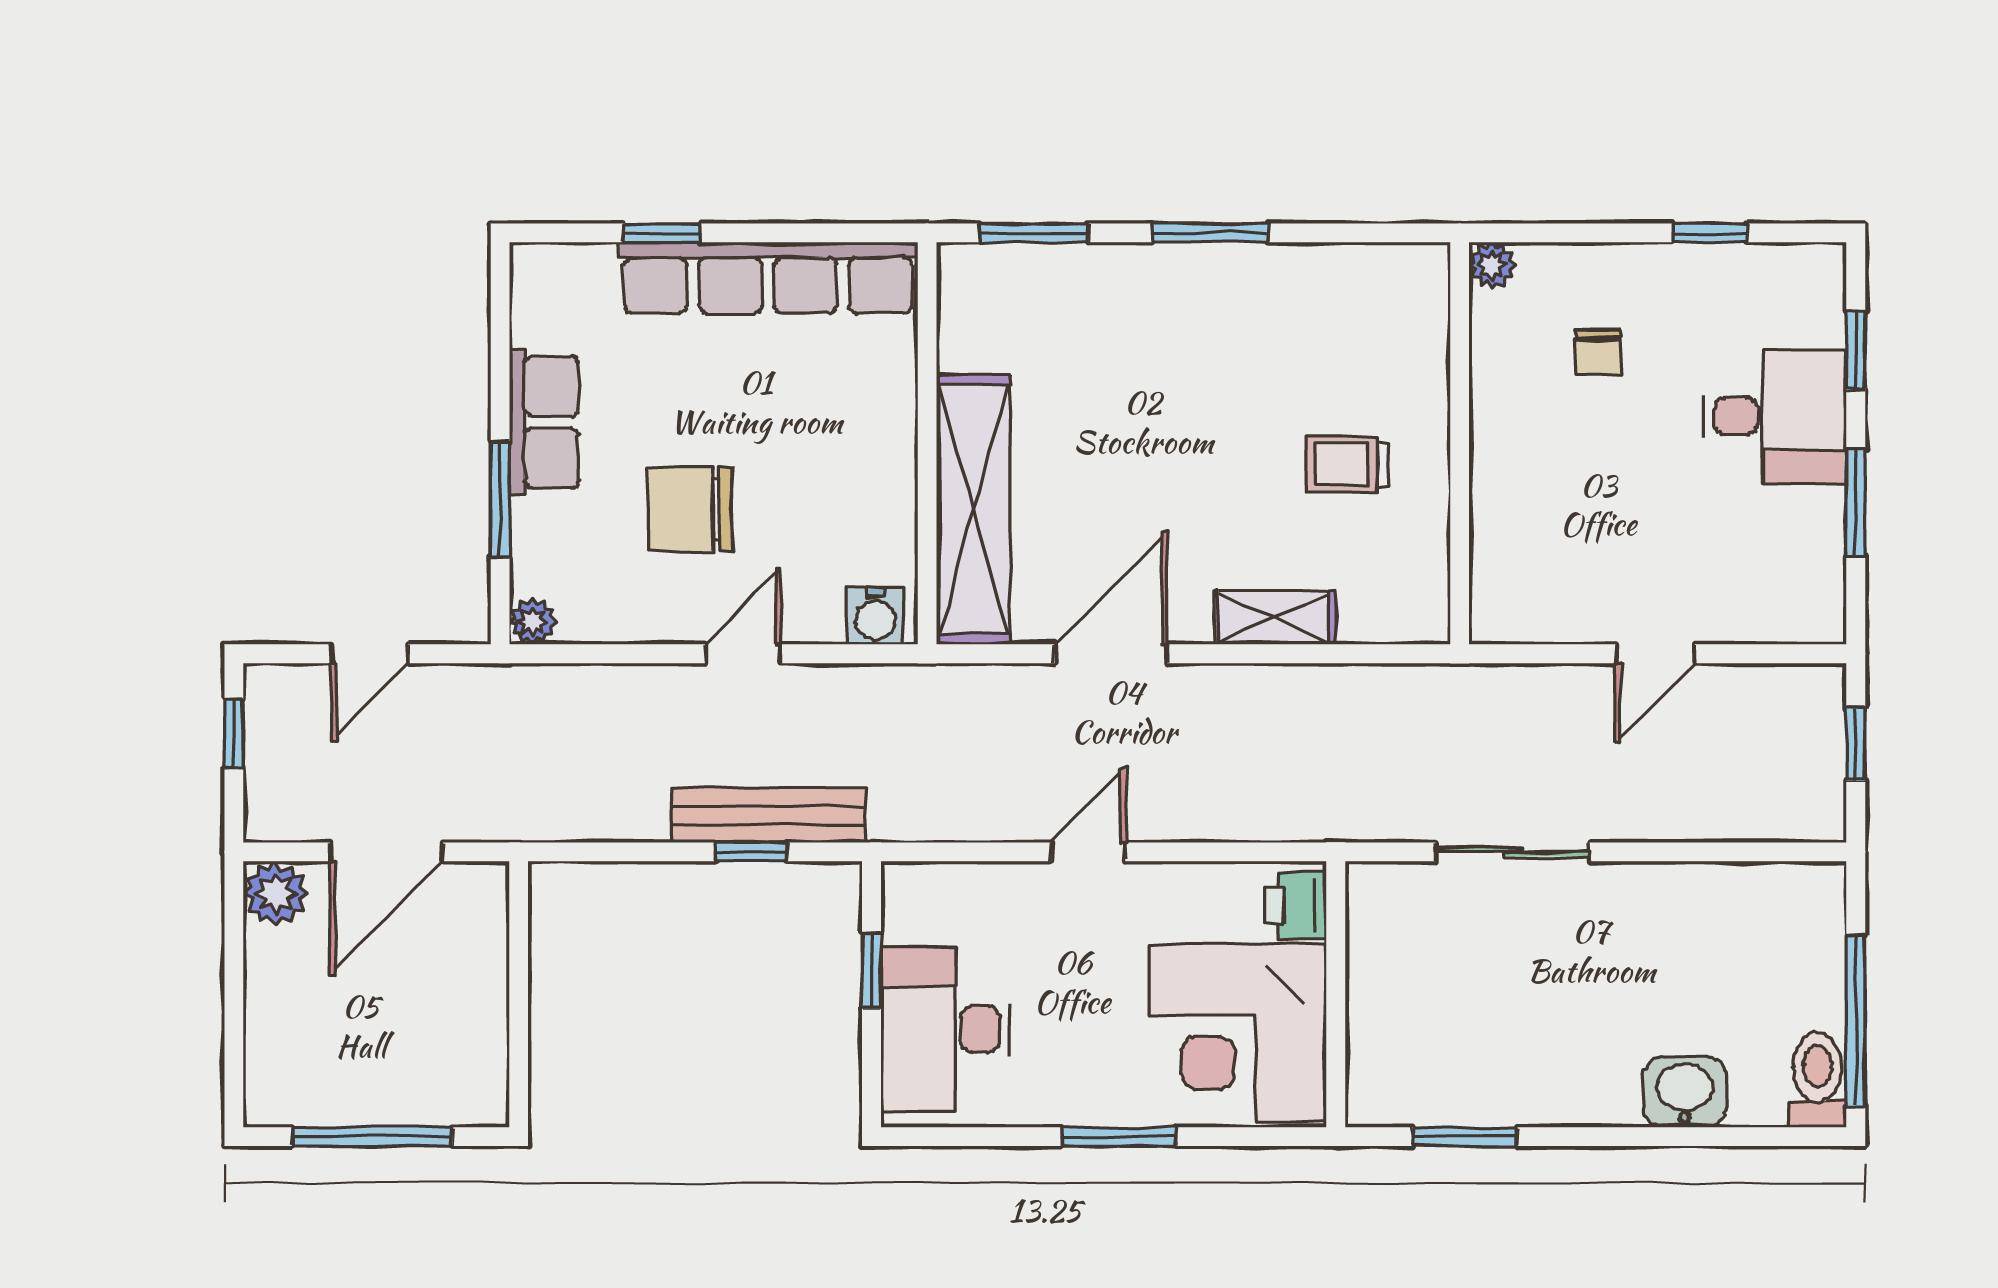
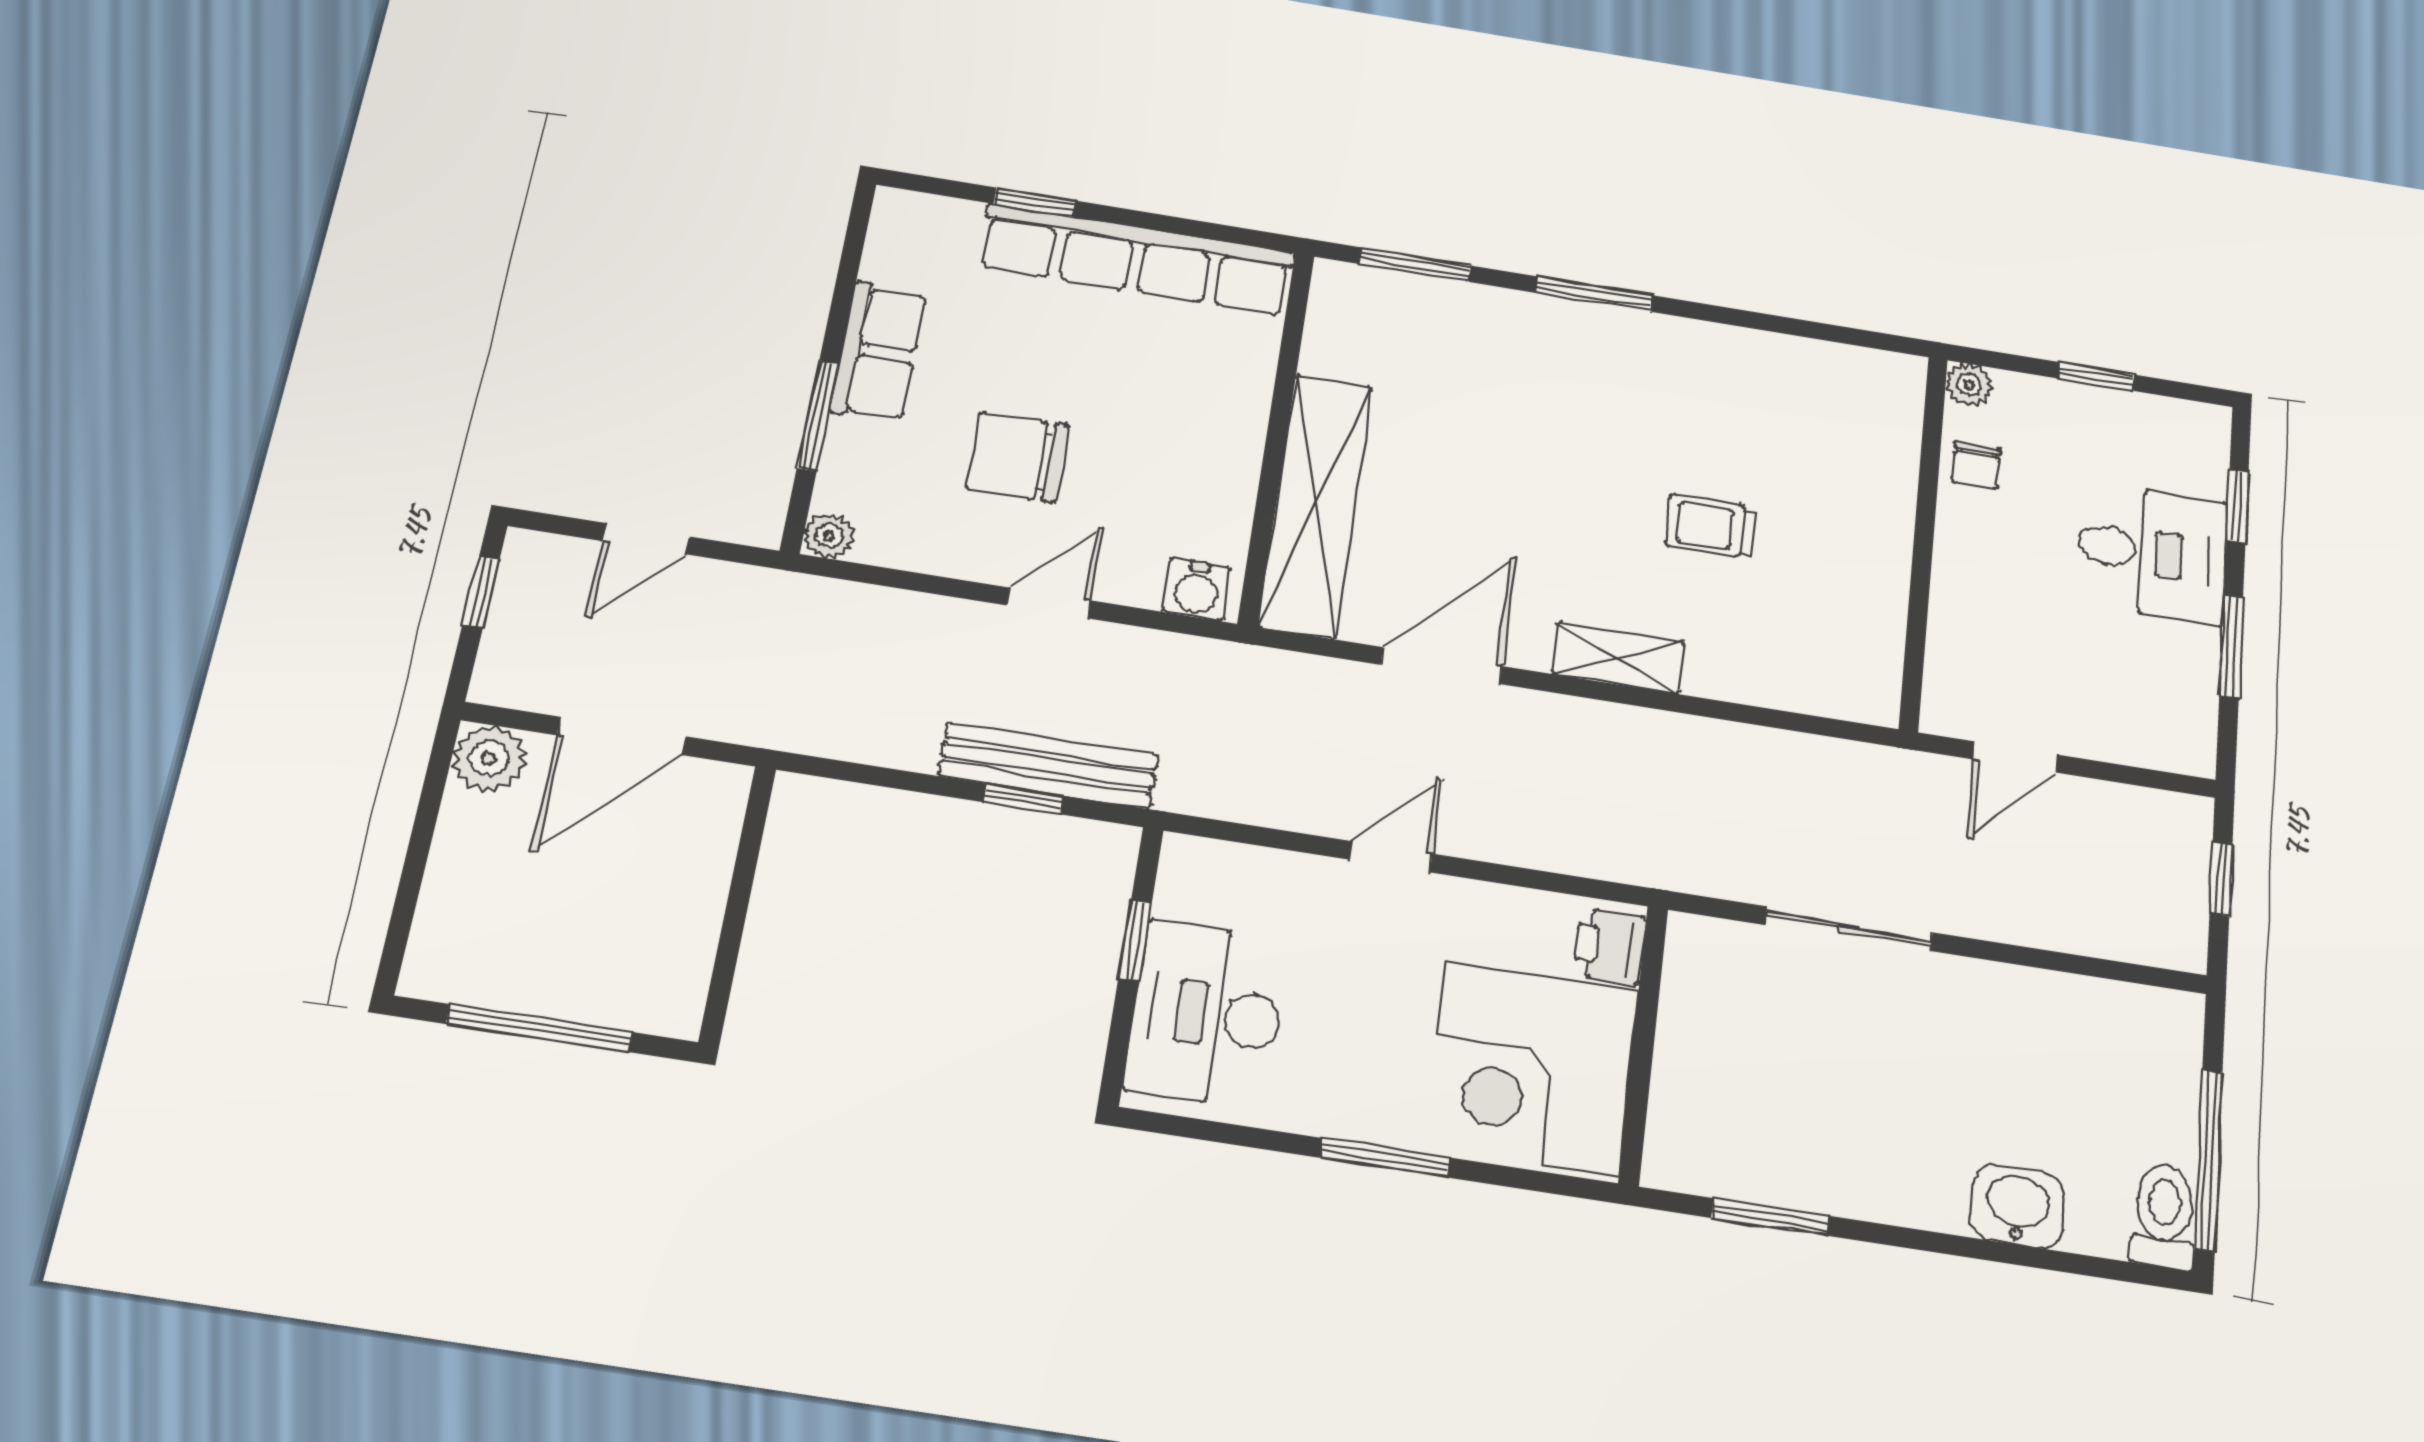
plant: (1492, 265) -> (1969, 385), moved
wall: (1460, 443) -> (1923, 541), moved

